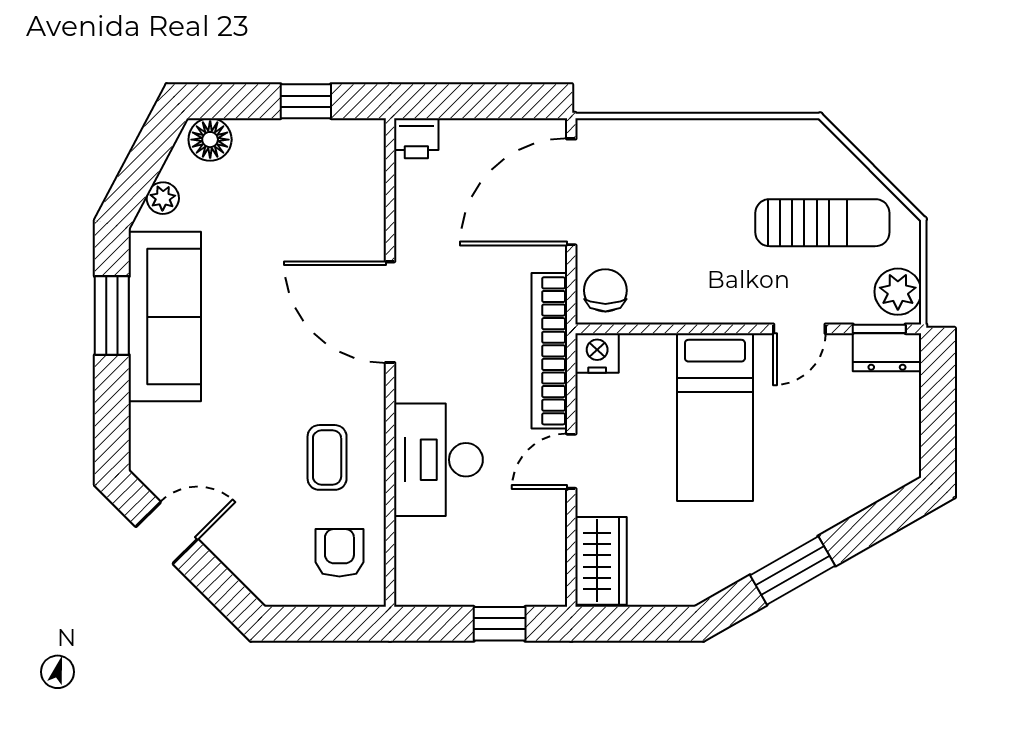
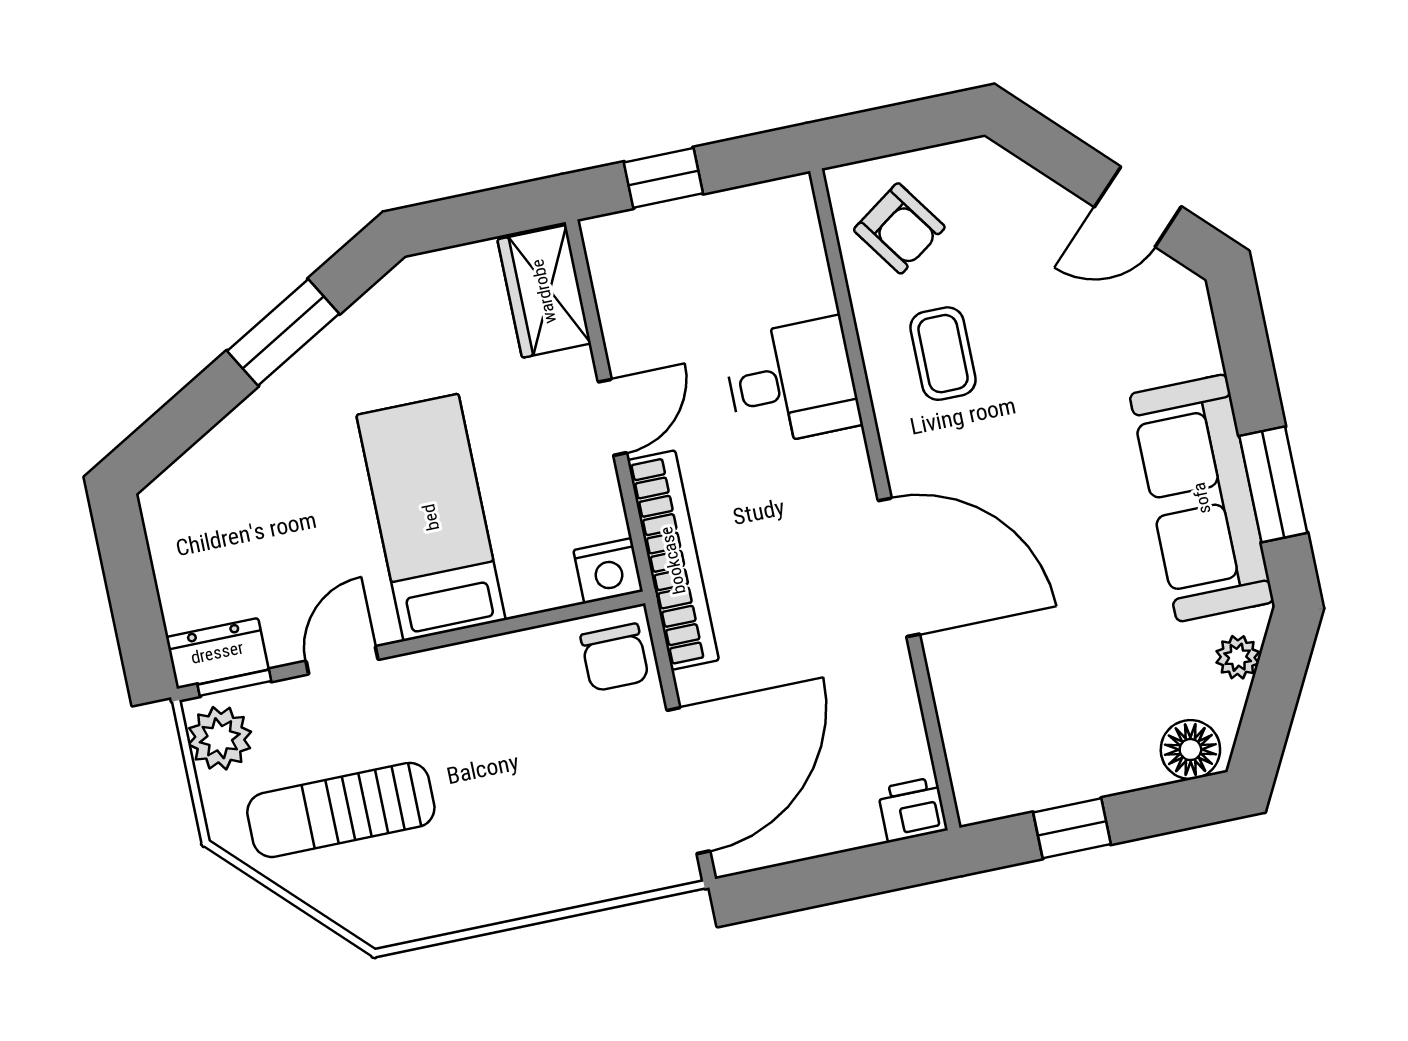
desk: (438, 460) -> (792, 382), width x0.73
armchair: (339, 553) -> (899, 228), turned -35

